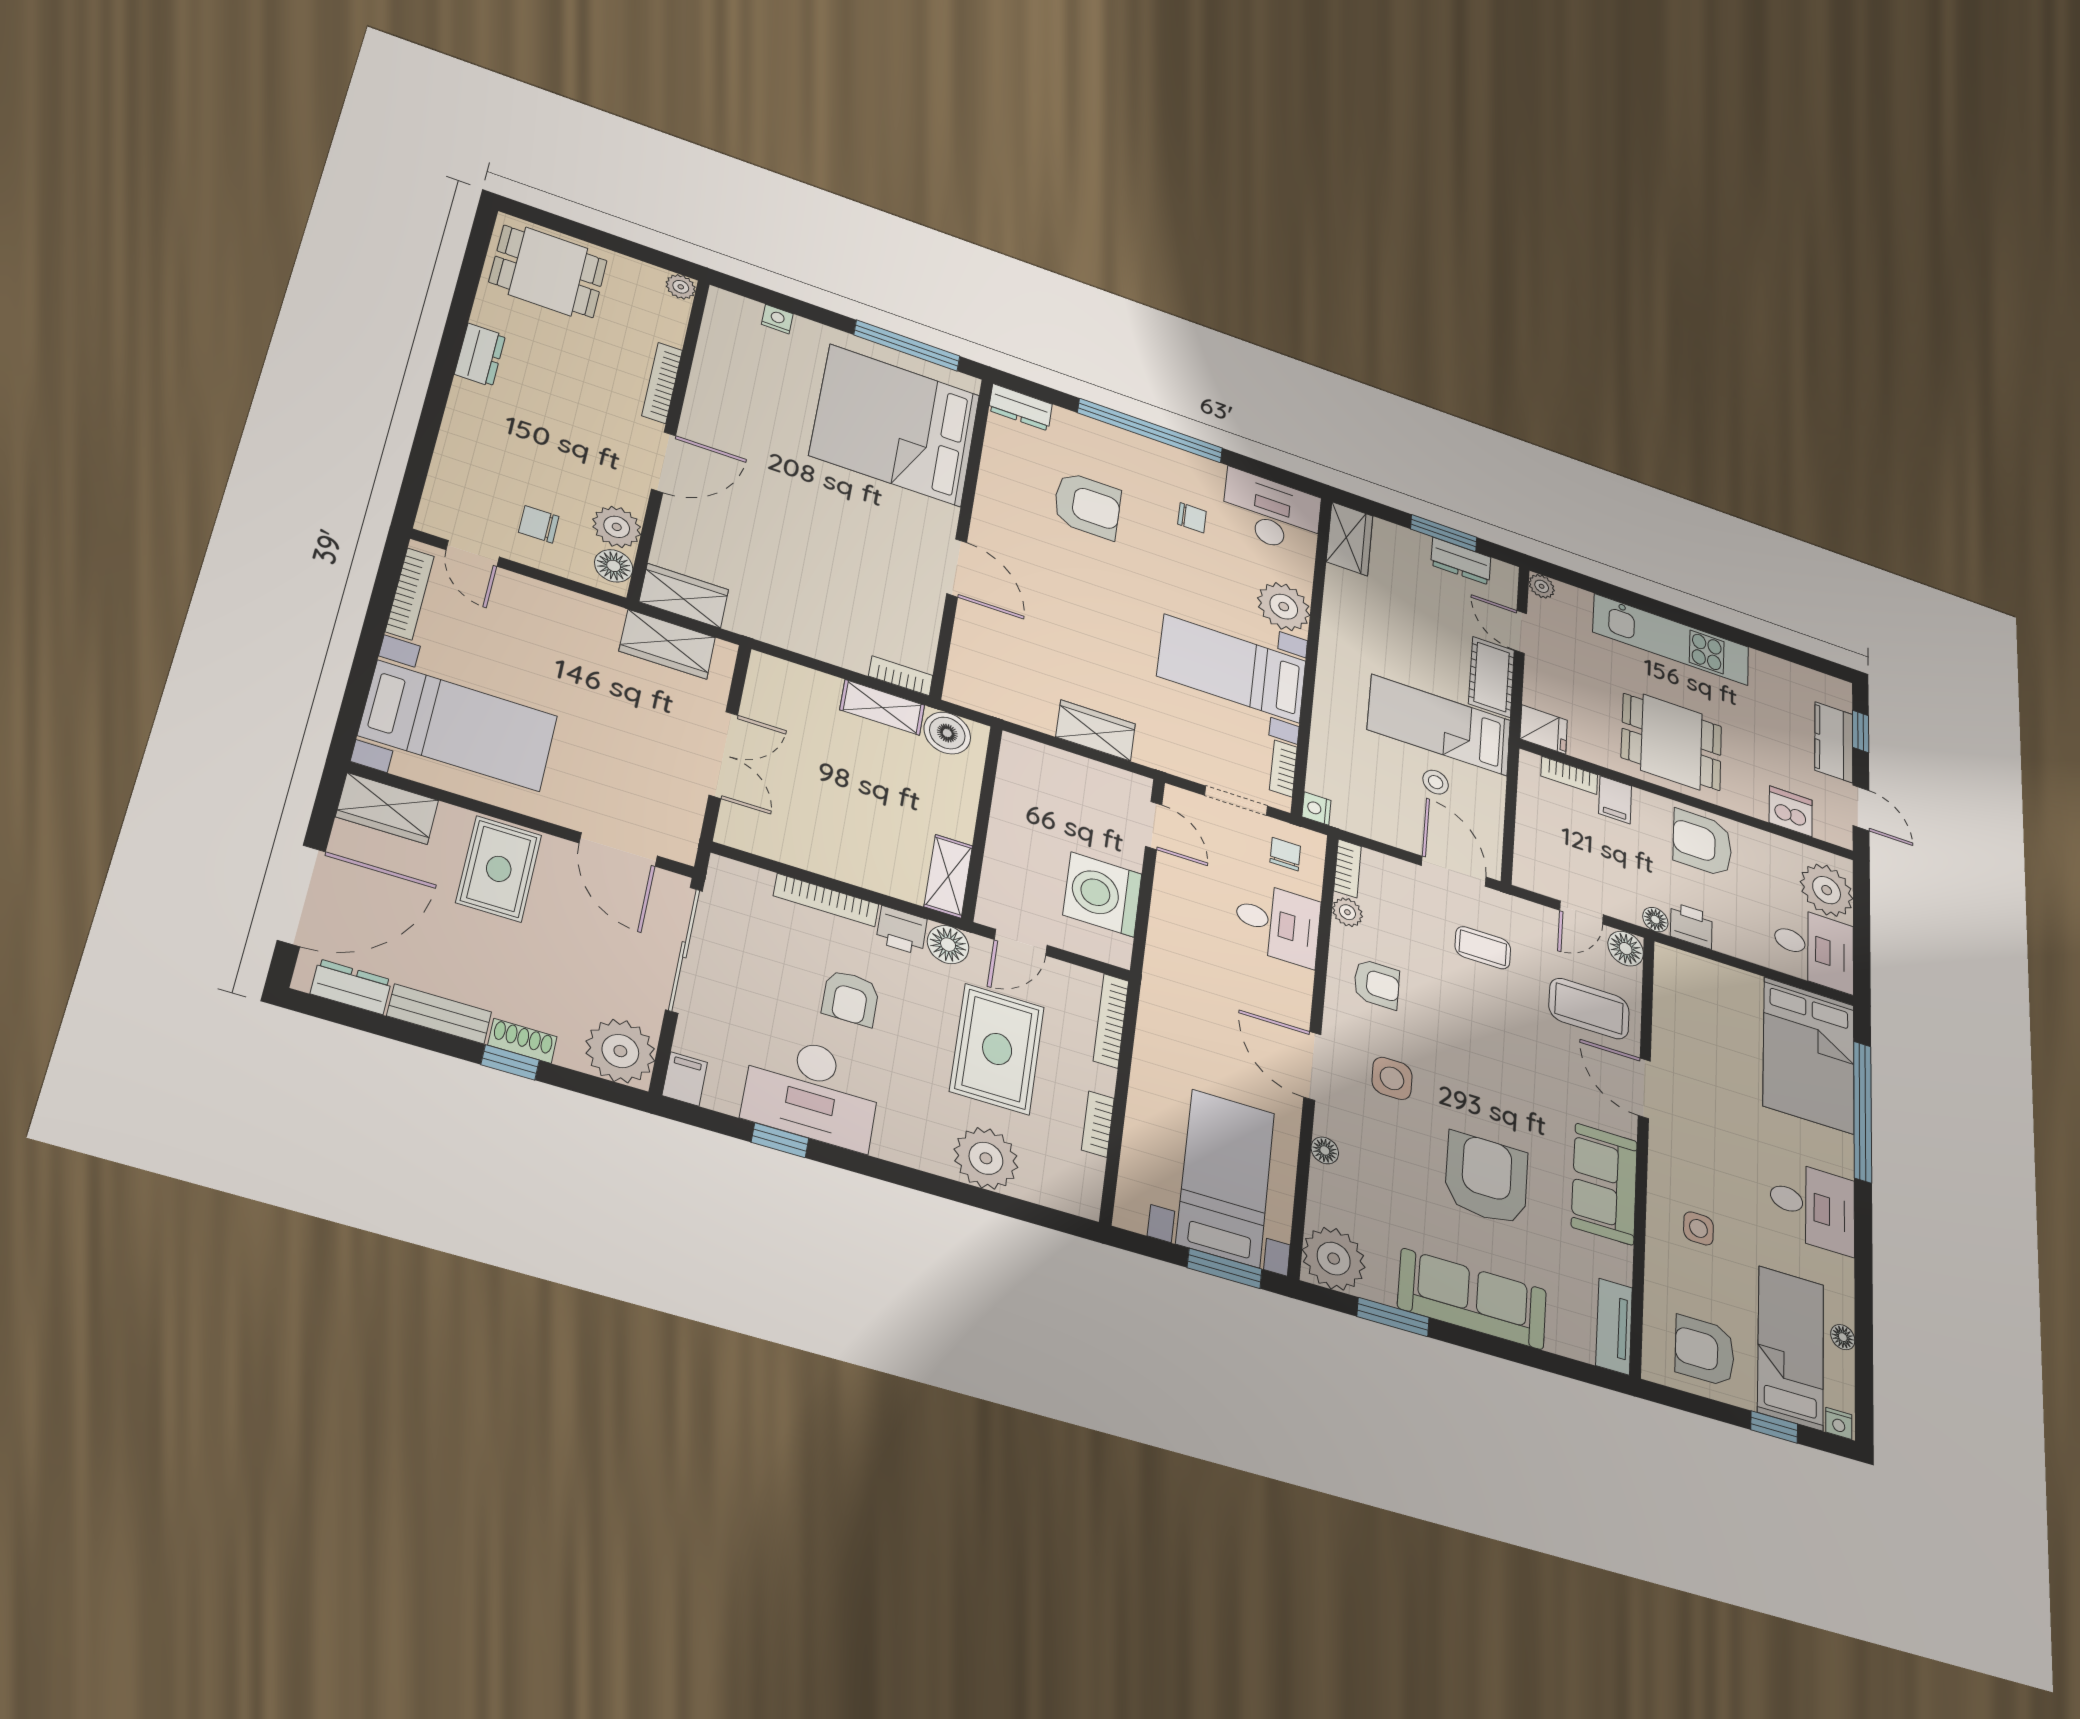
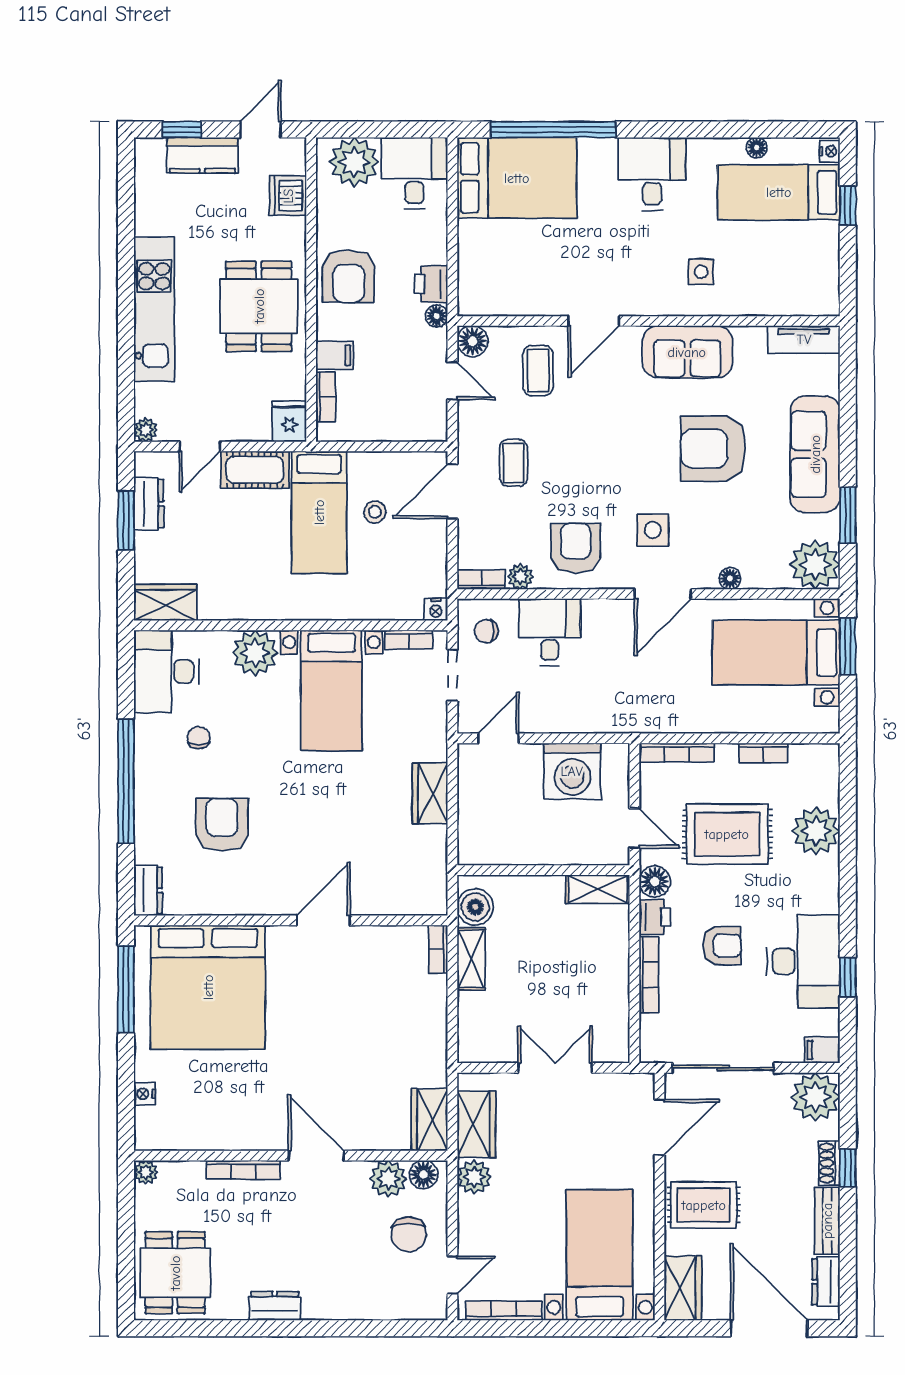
chair: (539, 524) -> (409, 1234), width x1.37, depth x1.37
plant: (598, 619) -> (474, 1177), added
armchair: (1377, 984) -> (576, 548), width x1.38, depth x1.38
coffee table: (1589, 1009) -> (538, 371), width x0.73, depth x0.77
armchair: (1705, 1351) -> (802, 264), removed

